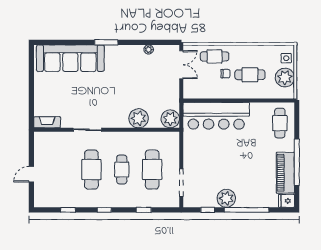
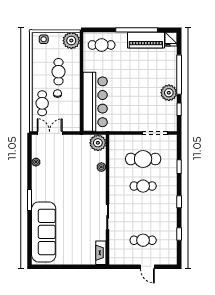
plant: (285, 78) -> (71, 41), moved
plant: (139, 118) -> (101, 167), width x0.53, depth x0.53
cafe table: (91, 170) -> (143, 240), moved, width x0.73, depth x0.74

